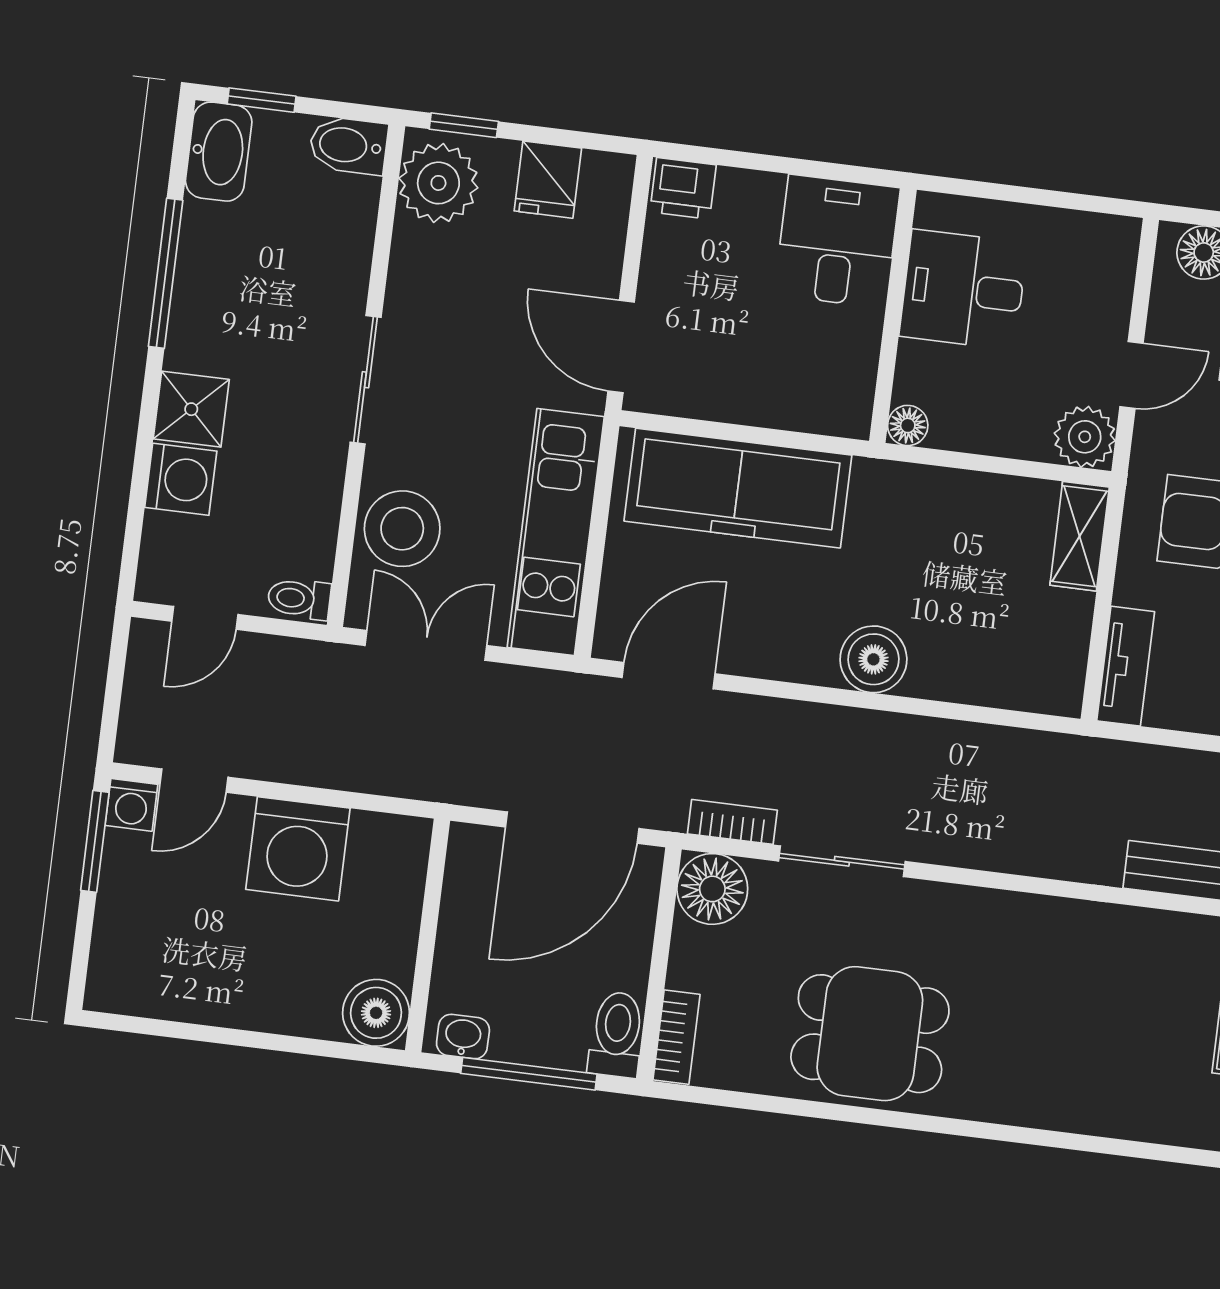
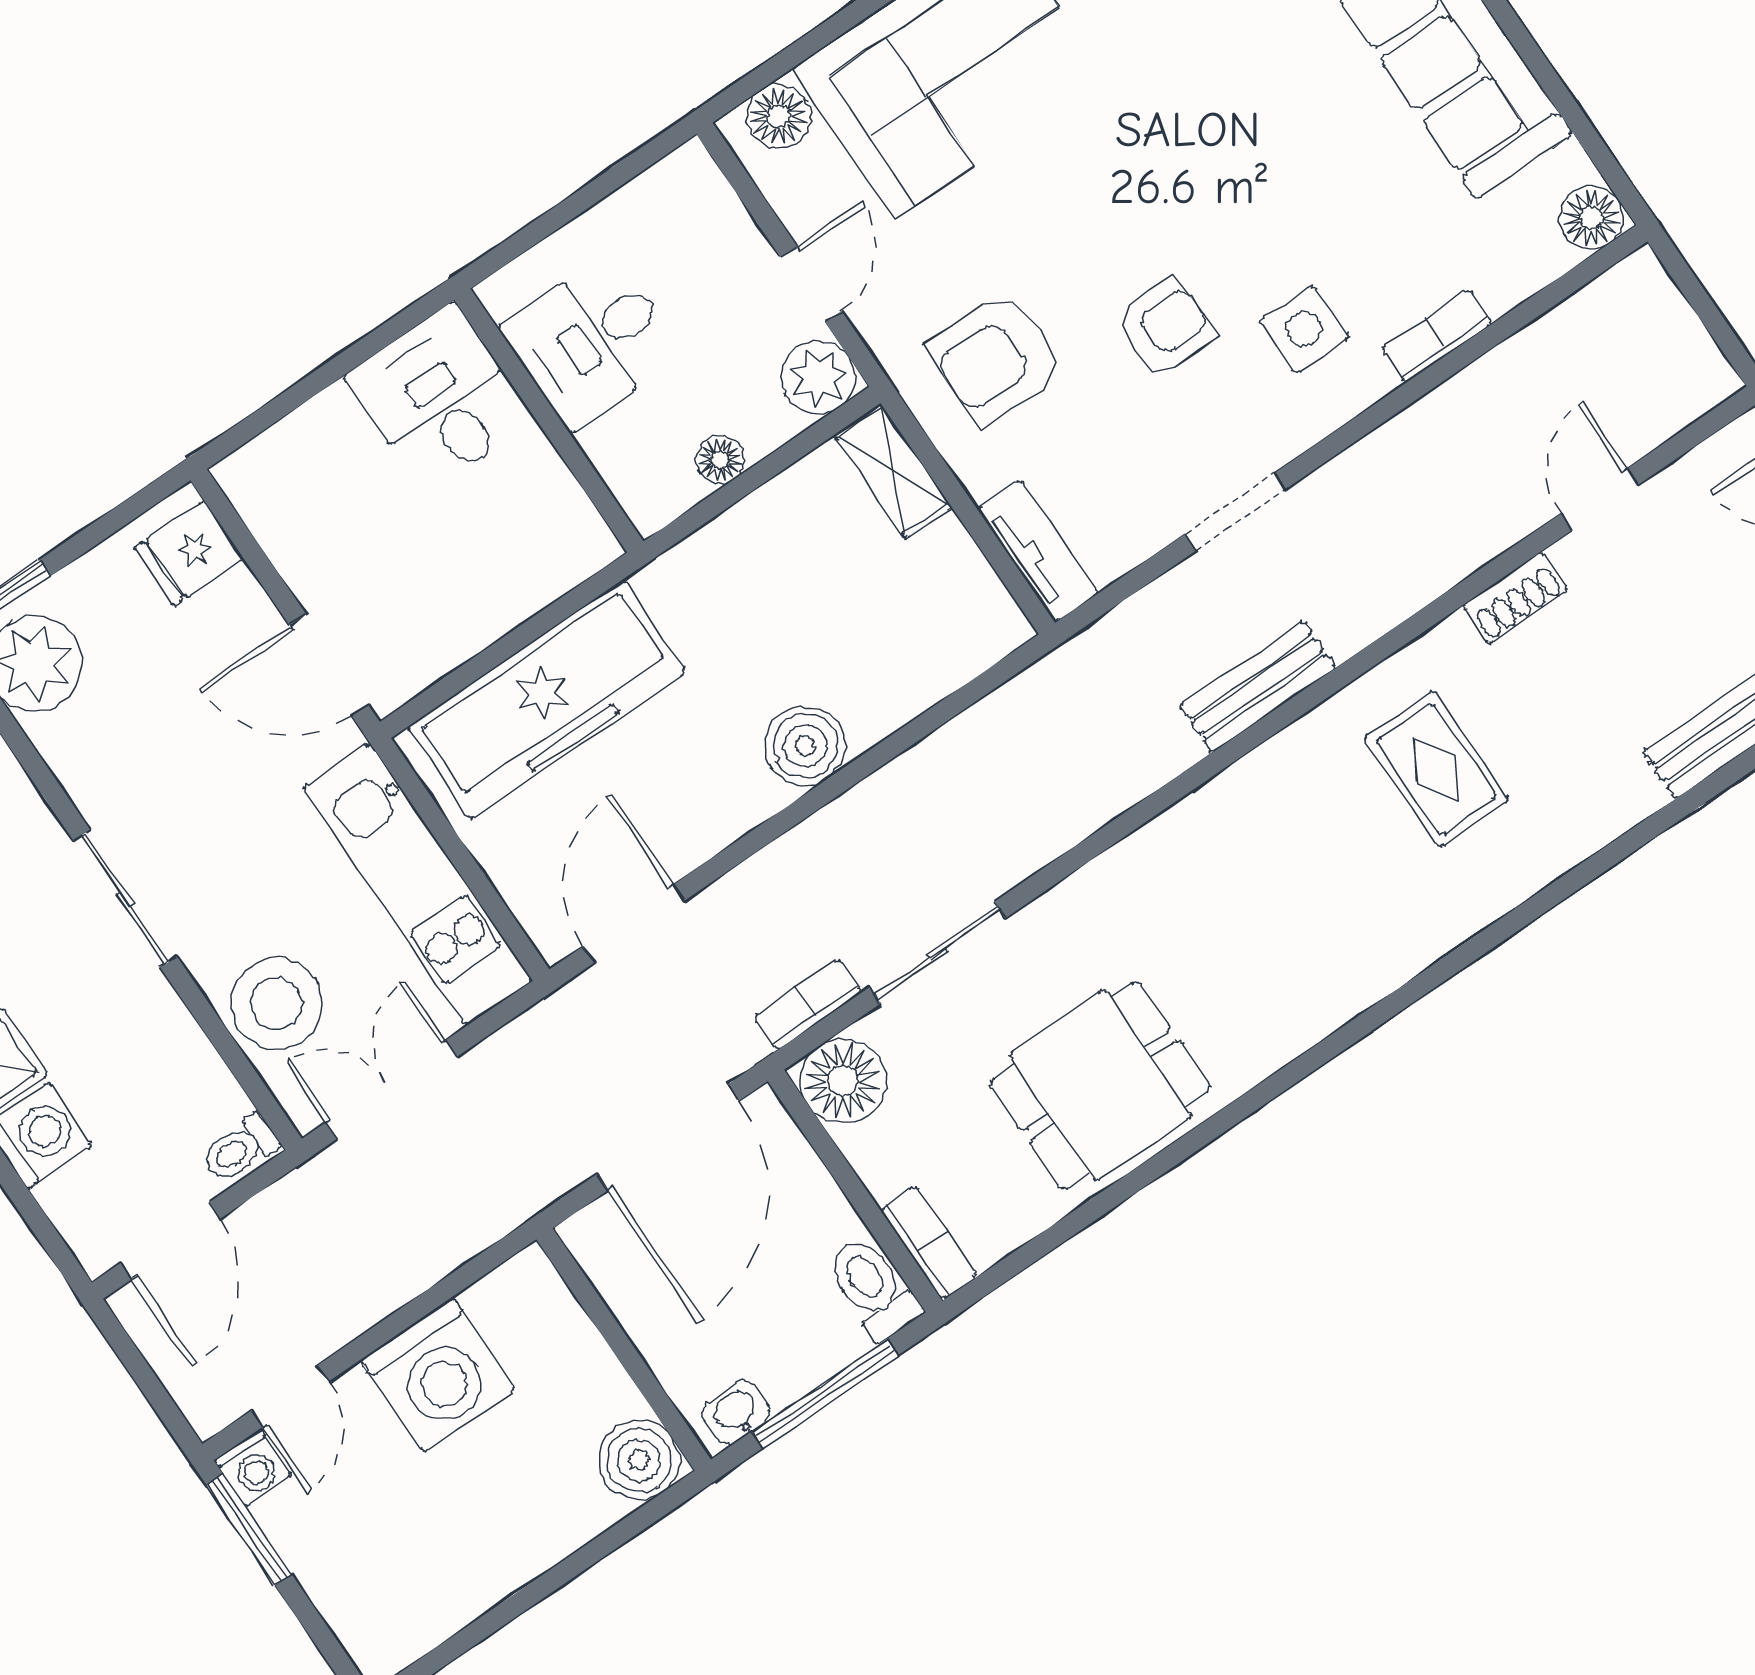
fridge: (548, 180) -> (189, 553), moved, turned 90
printer: (683, 188) -> (259, 473), removed
floor lamp: (908, 425) -> (720, 460), moved
door: (205, 618) -> (170, 1241), width x1.37

